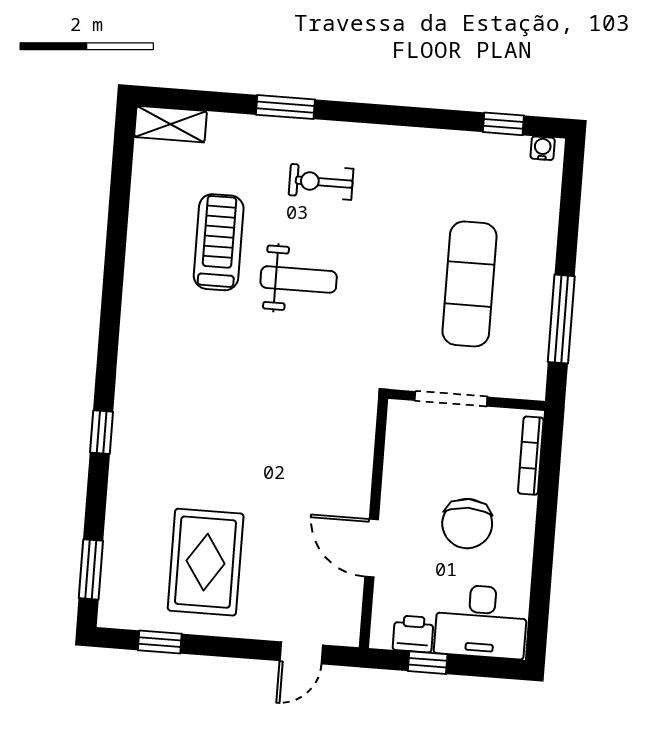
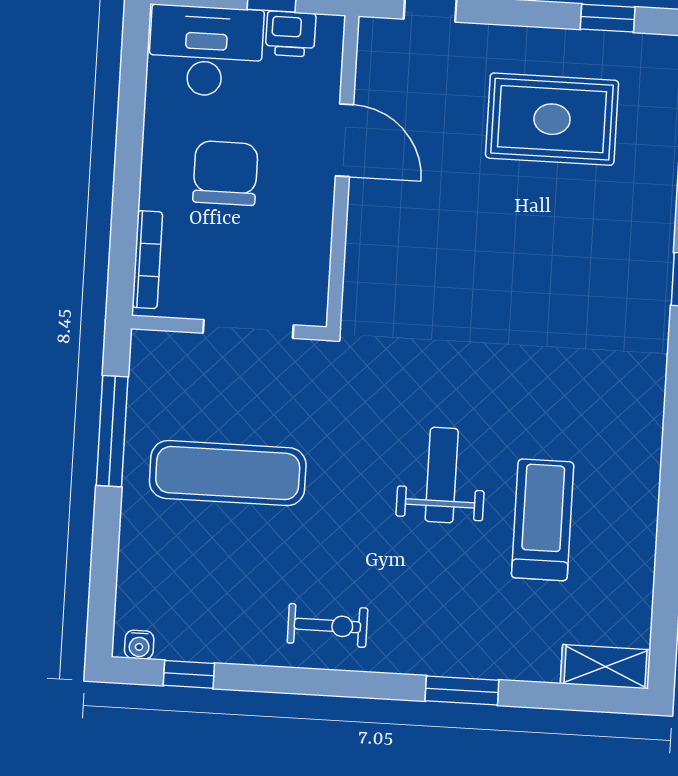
exercise bike: (321, 182) -> (327, 625), moved
treadmill: (219, 242) -> (543, 520), turned 180
weight bench: (299, 279) -> (442, 475), turned 90
exercise mat: (470, 284) -> (228, 473), turned 90
rug: (206, 562) -> (552, 119), turned 90

